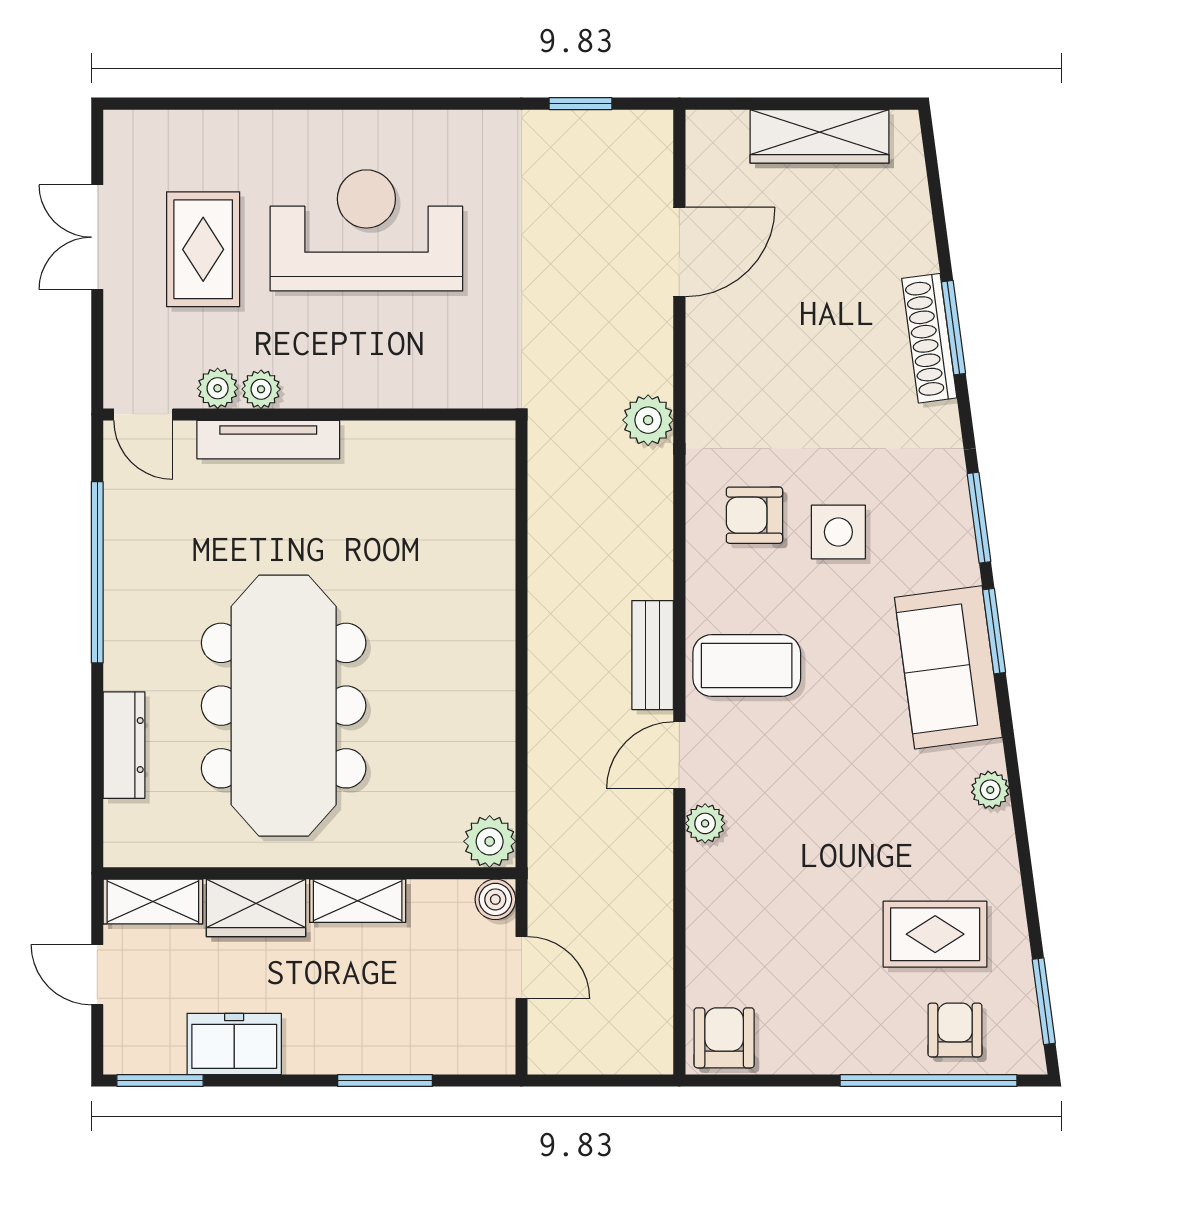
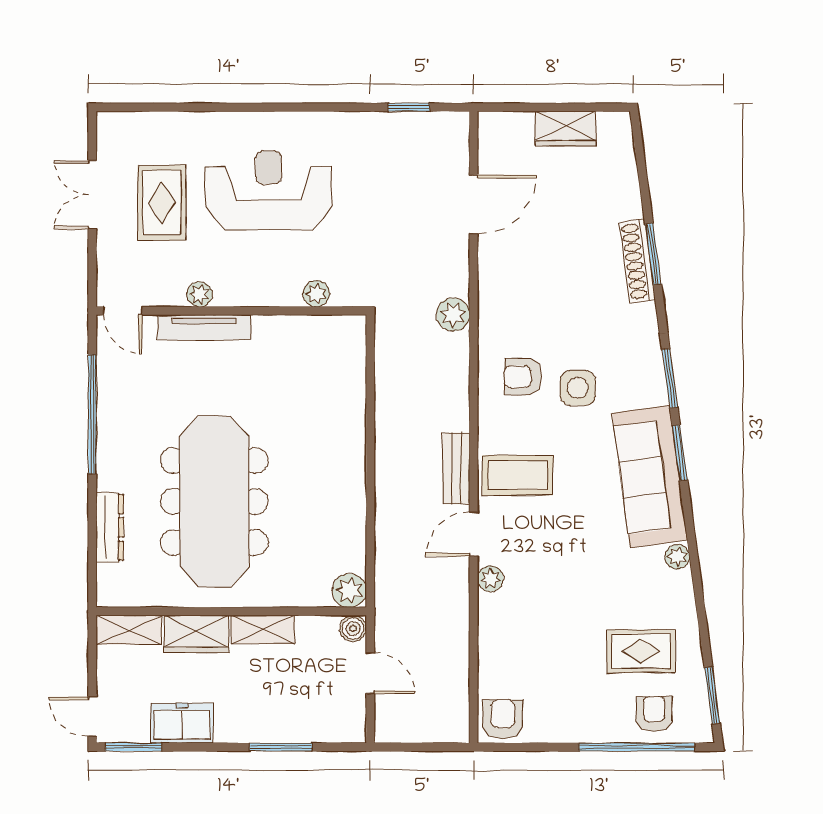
wardrobe: (820, 136) -> (565, 129), width x0.67
plant: (218, 388) -> (316, 294), moved
sofa: (948, 667) -> (650, 476), width x1.36
door: (97, 975) -> (92, 717), moved

